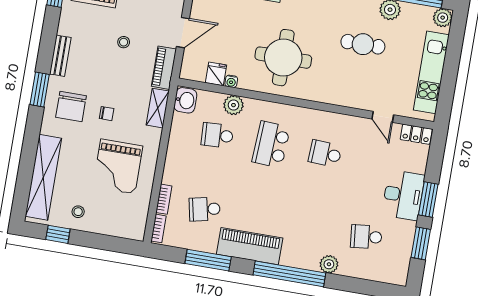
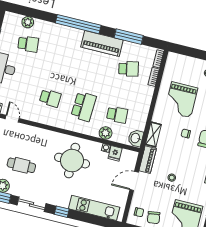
grand piano: (118, 166) -> (181, 100), turned 180
plant: (329, 264) -> (28, 22), moved

